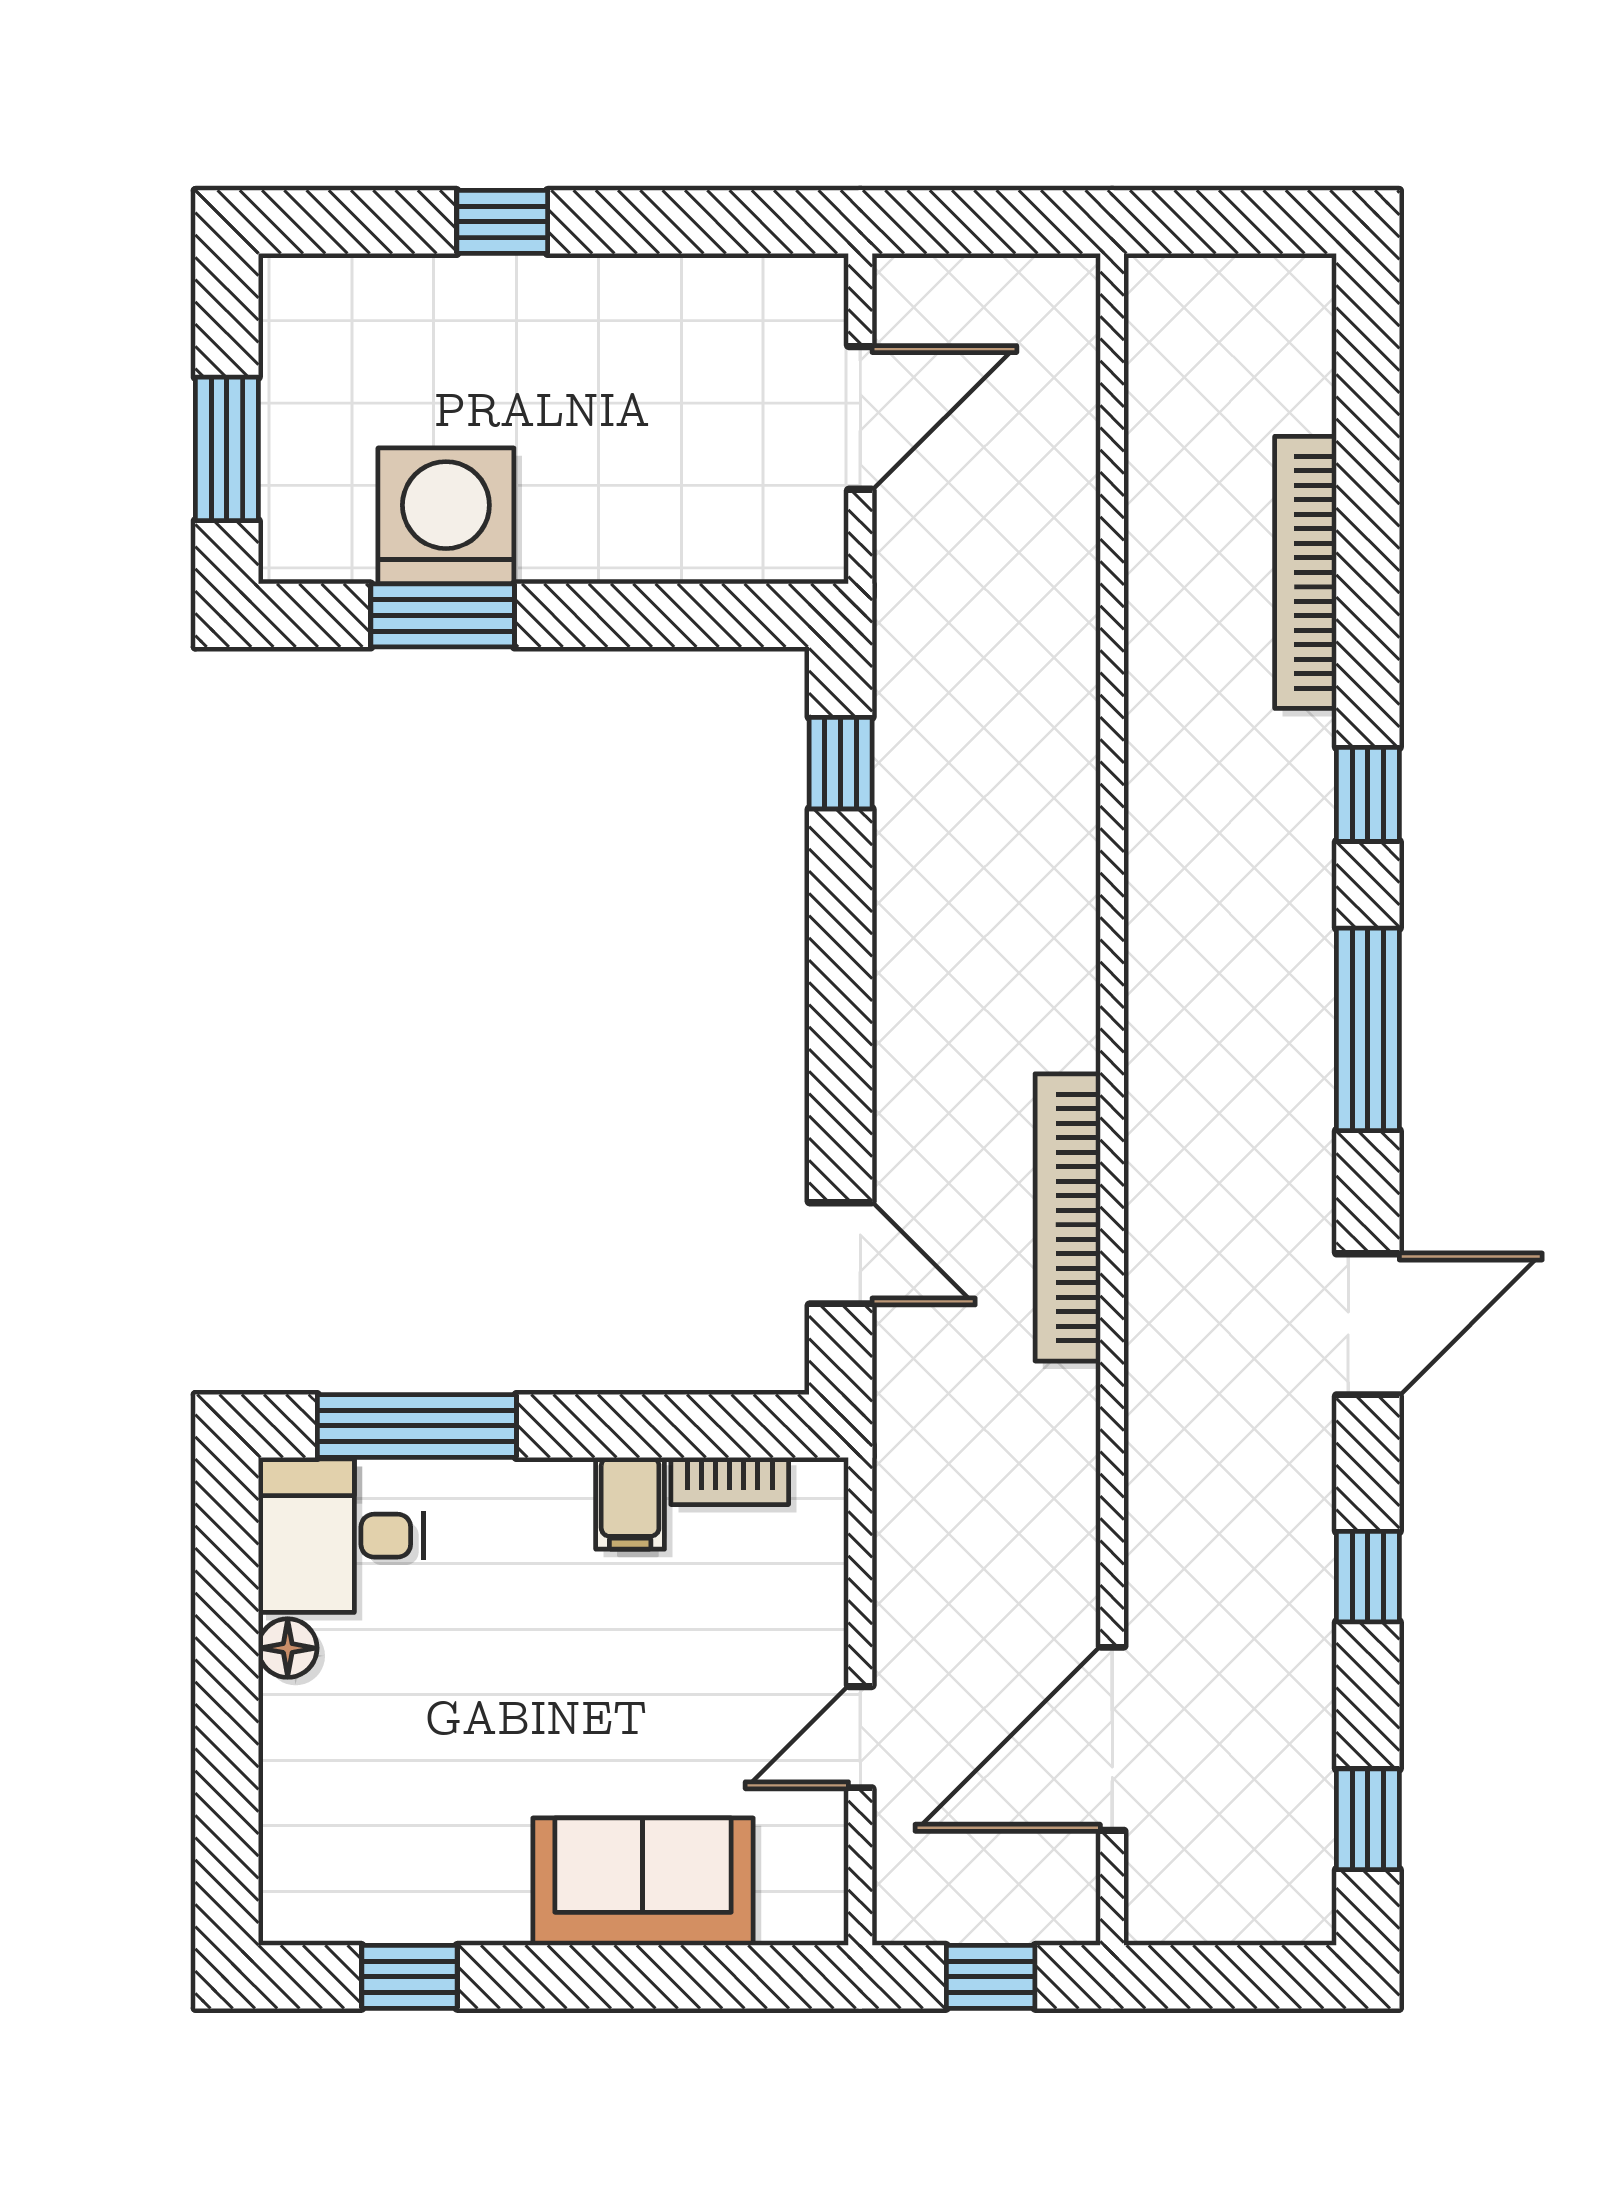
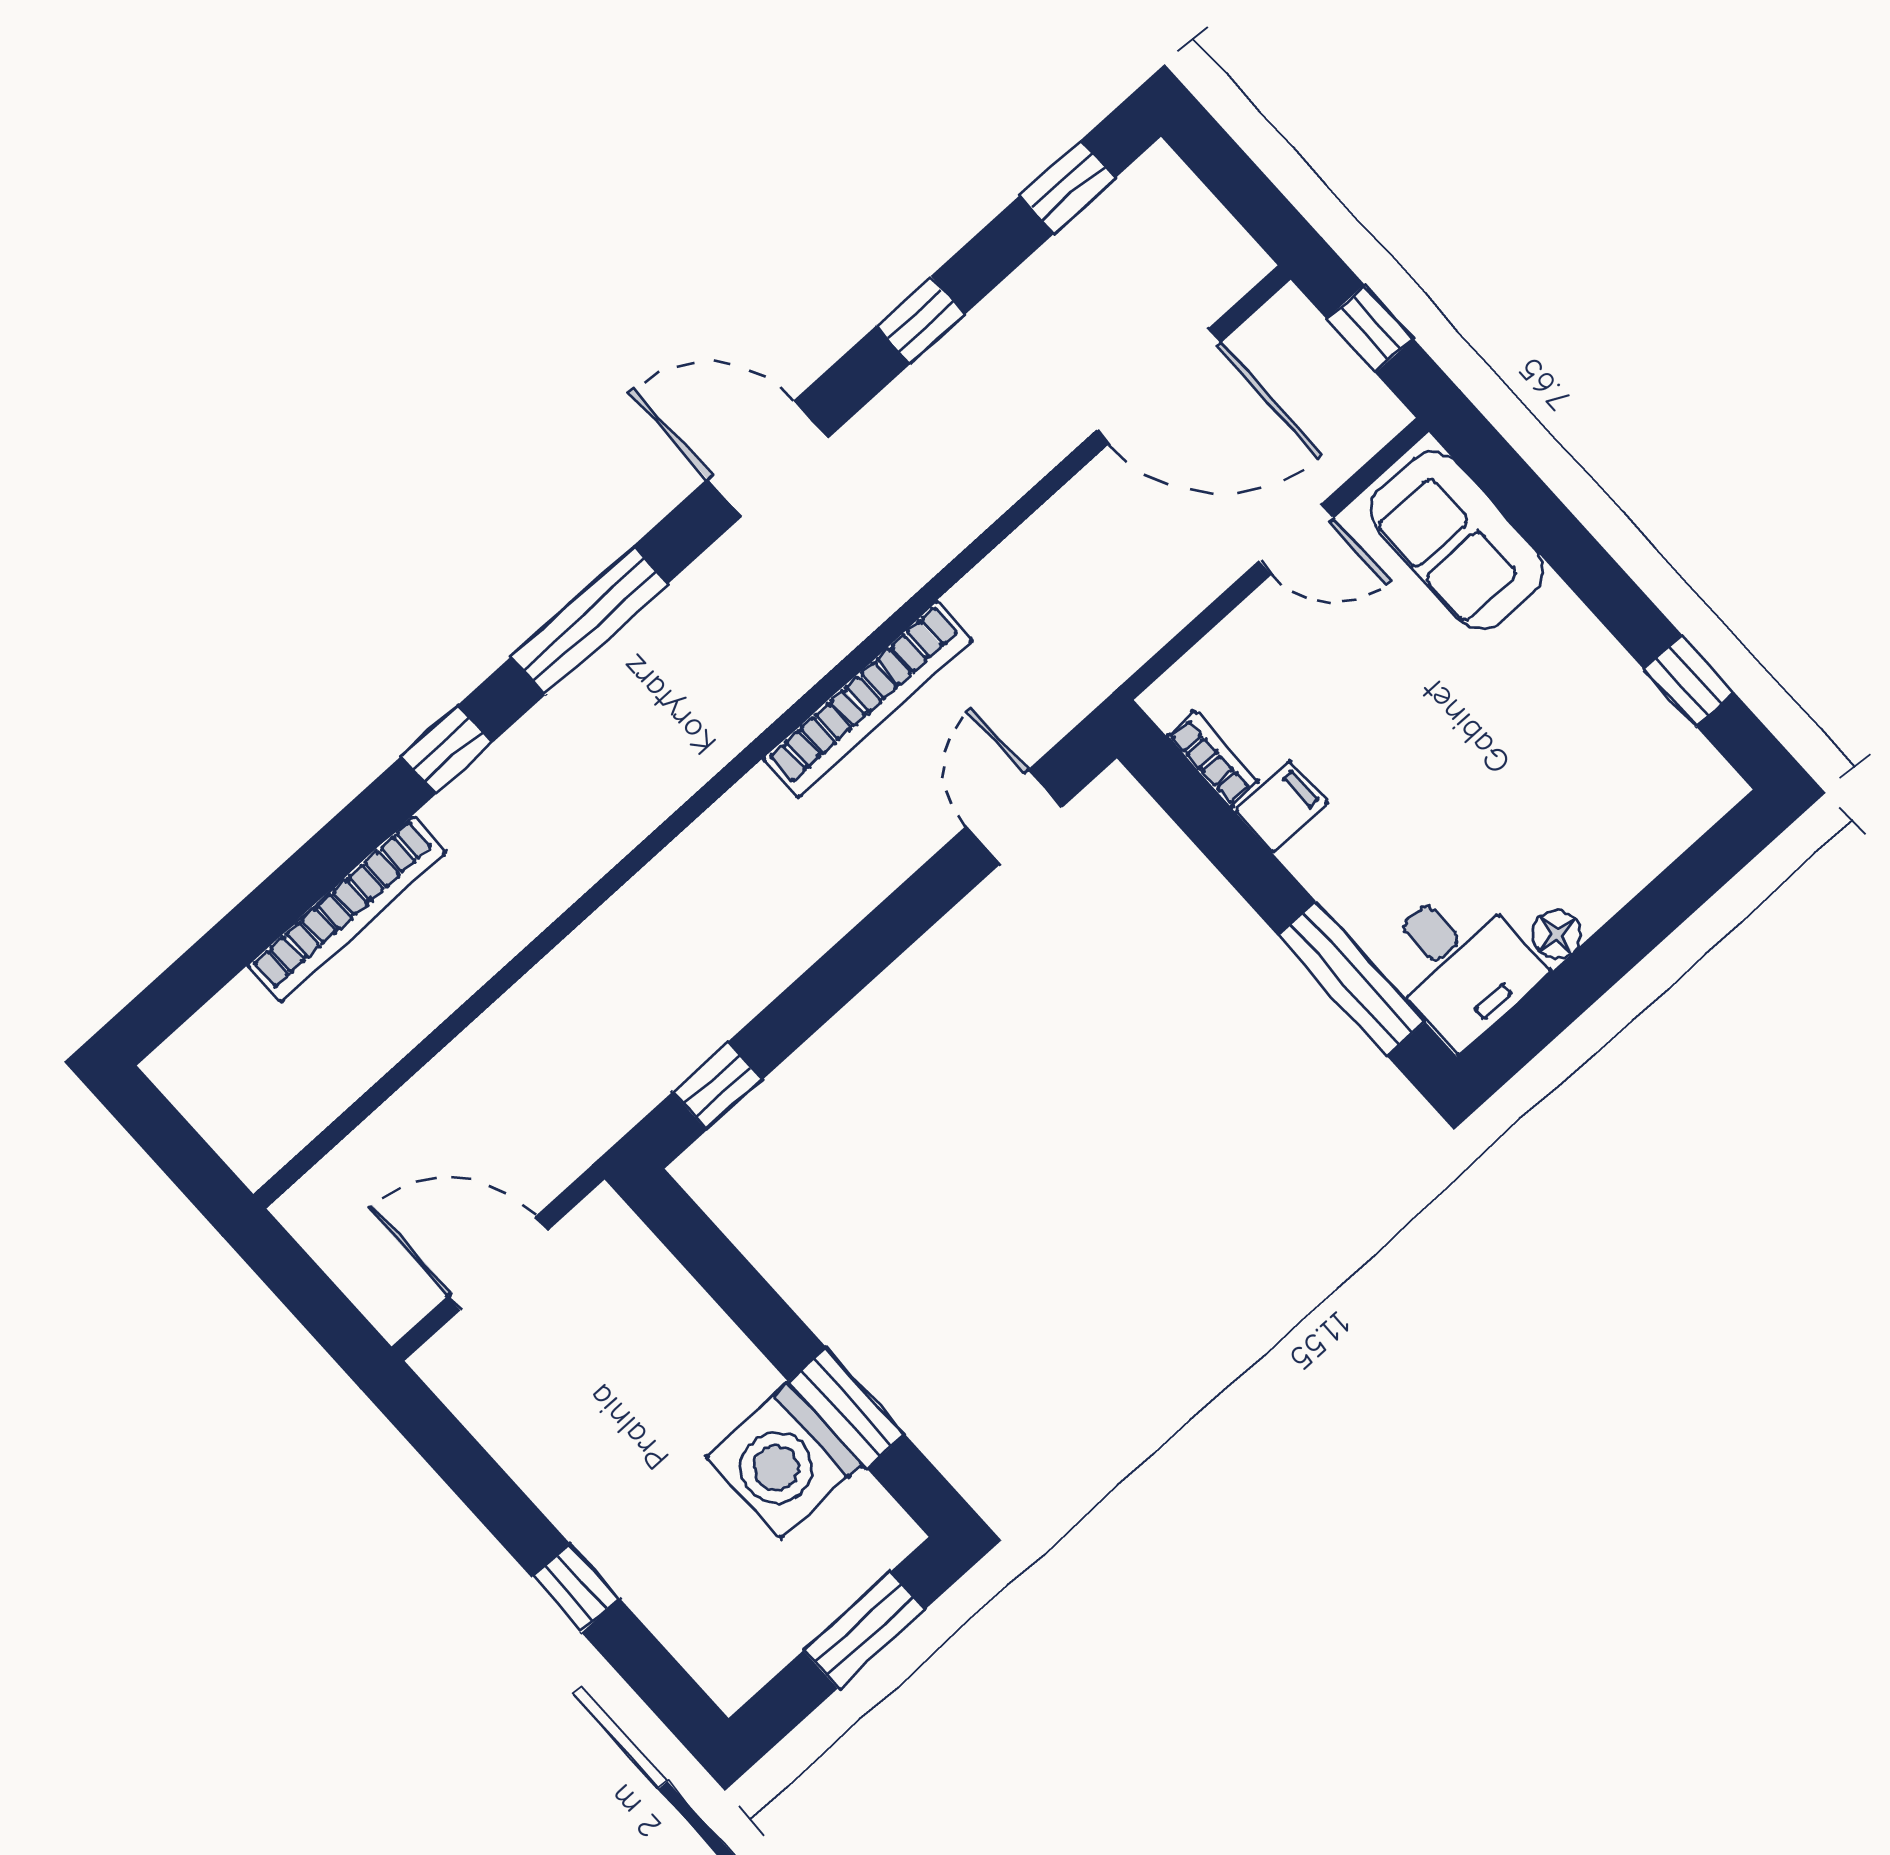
sofa: (643, 1882) -> (1457, 541), moved

